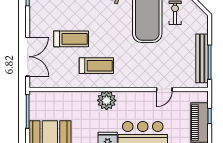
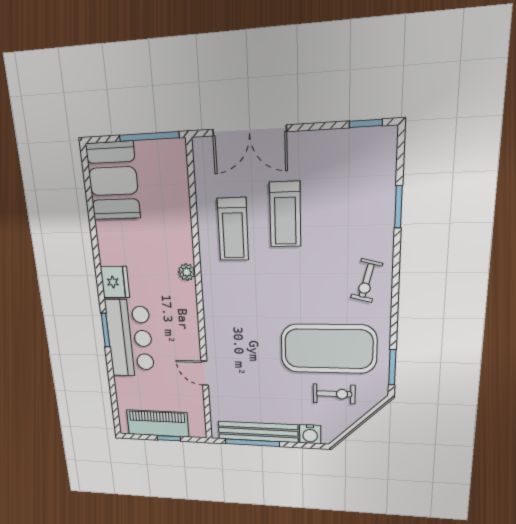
water cooler: (202, 27) -> (310, 434), added
treadmill: (96, 66) -> (233, 229), moved
plant: (107, 100) -> (187, 272), width x0.53, depth x0.53

